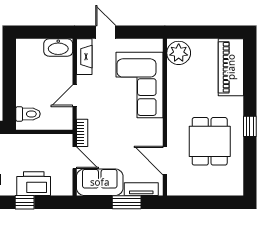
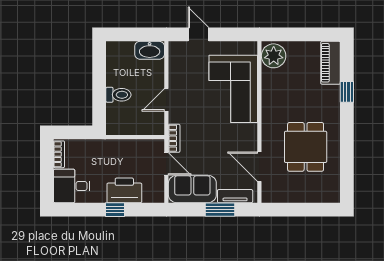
fireplace: (84, 57) -> (176, 60), removed
piano: (231, 67) -> (331, 63), width x0.73, depth x0.75
toilet: (28, 114) -> (118, 95), moved
window: (250, 126) -> (347, 92), moved

